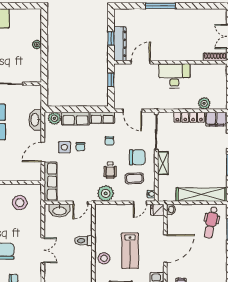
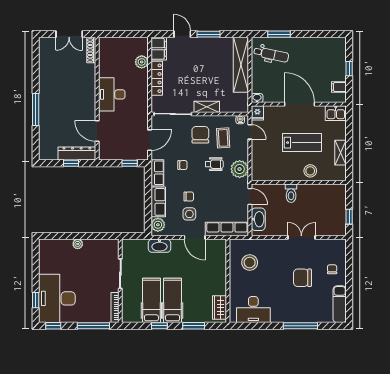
window: (111, 80) -> (130, 163), moved

